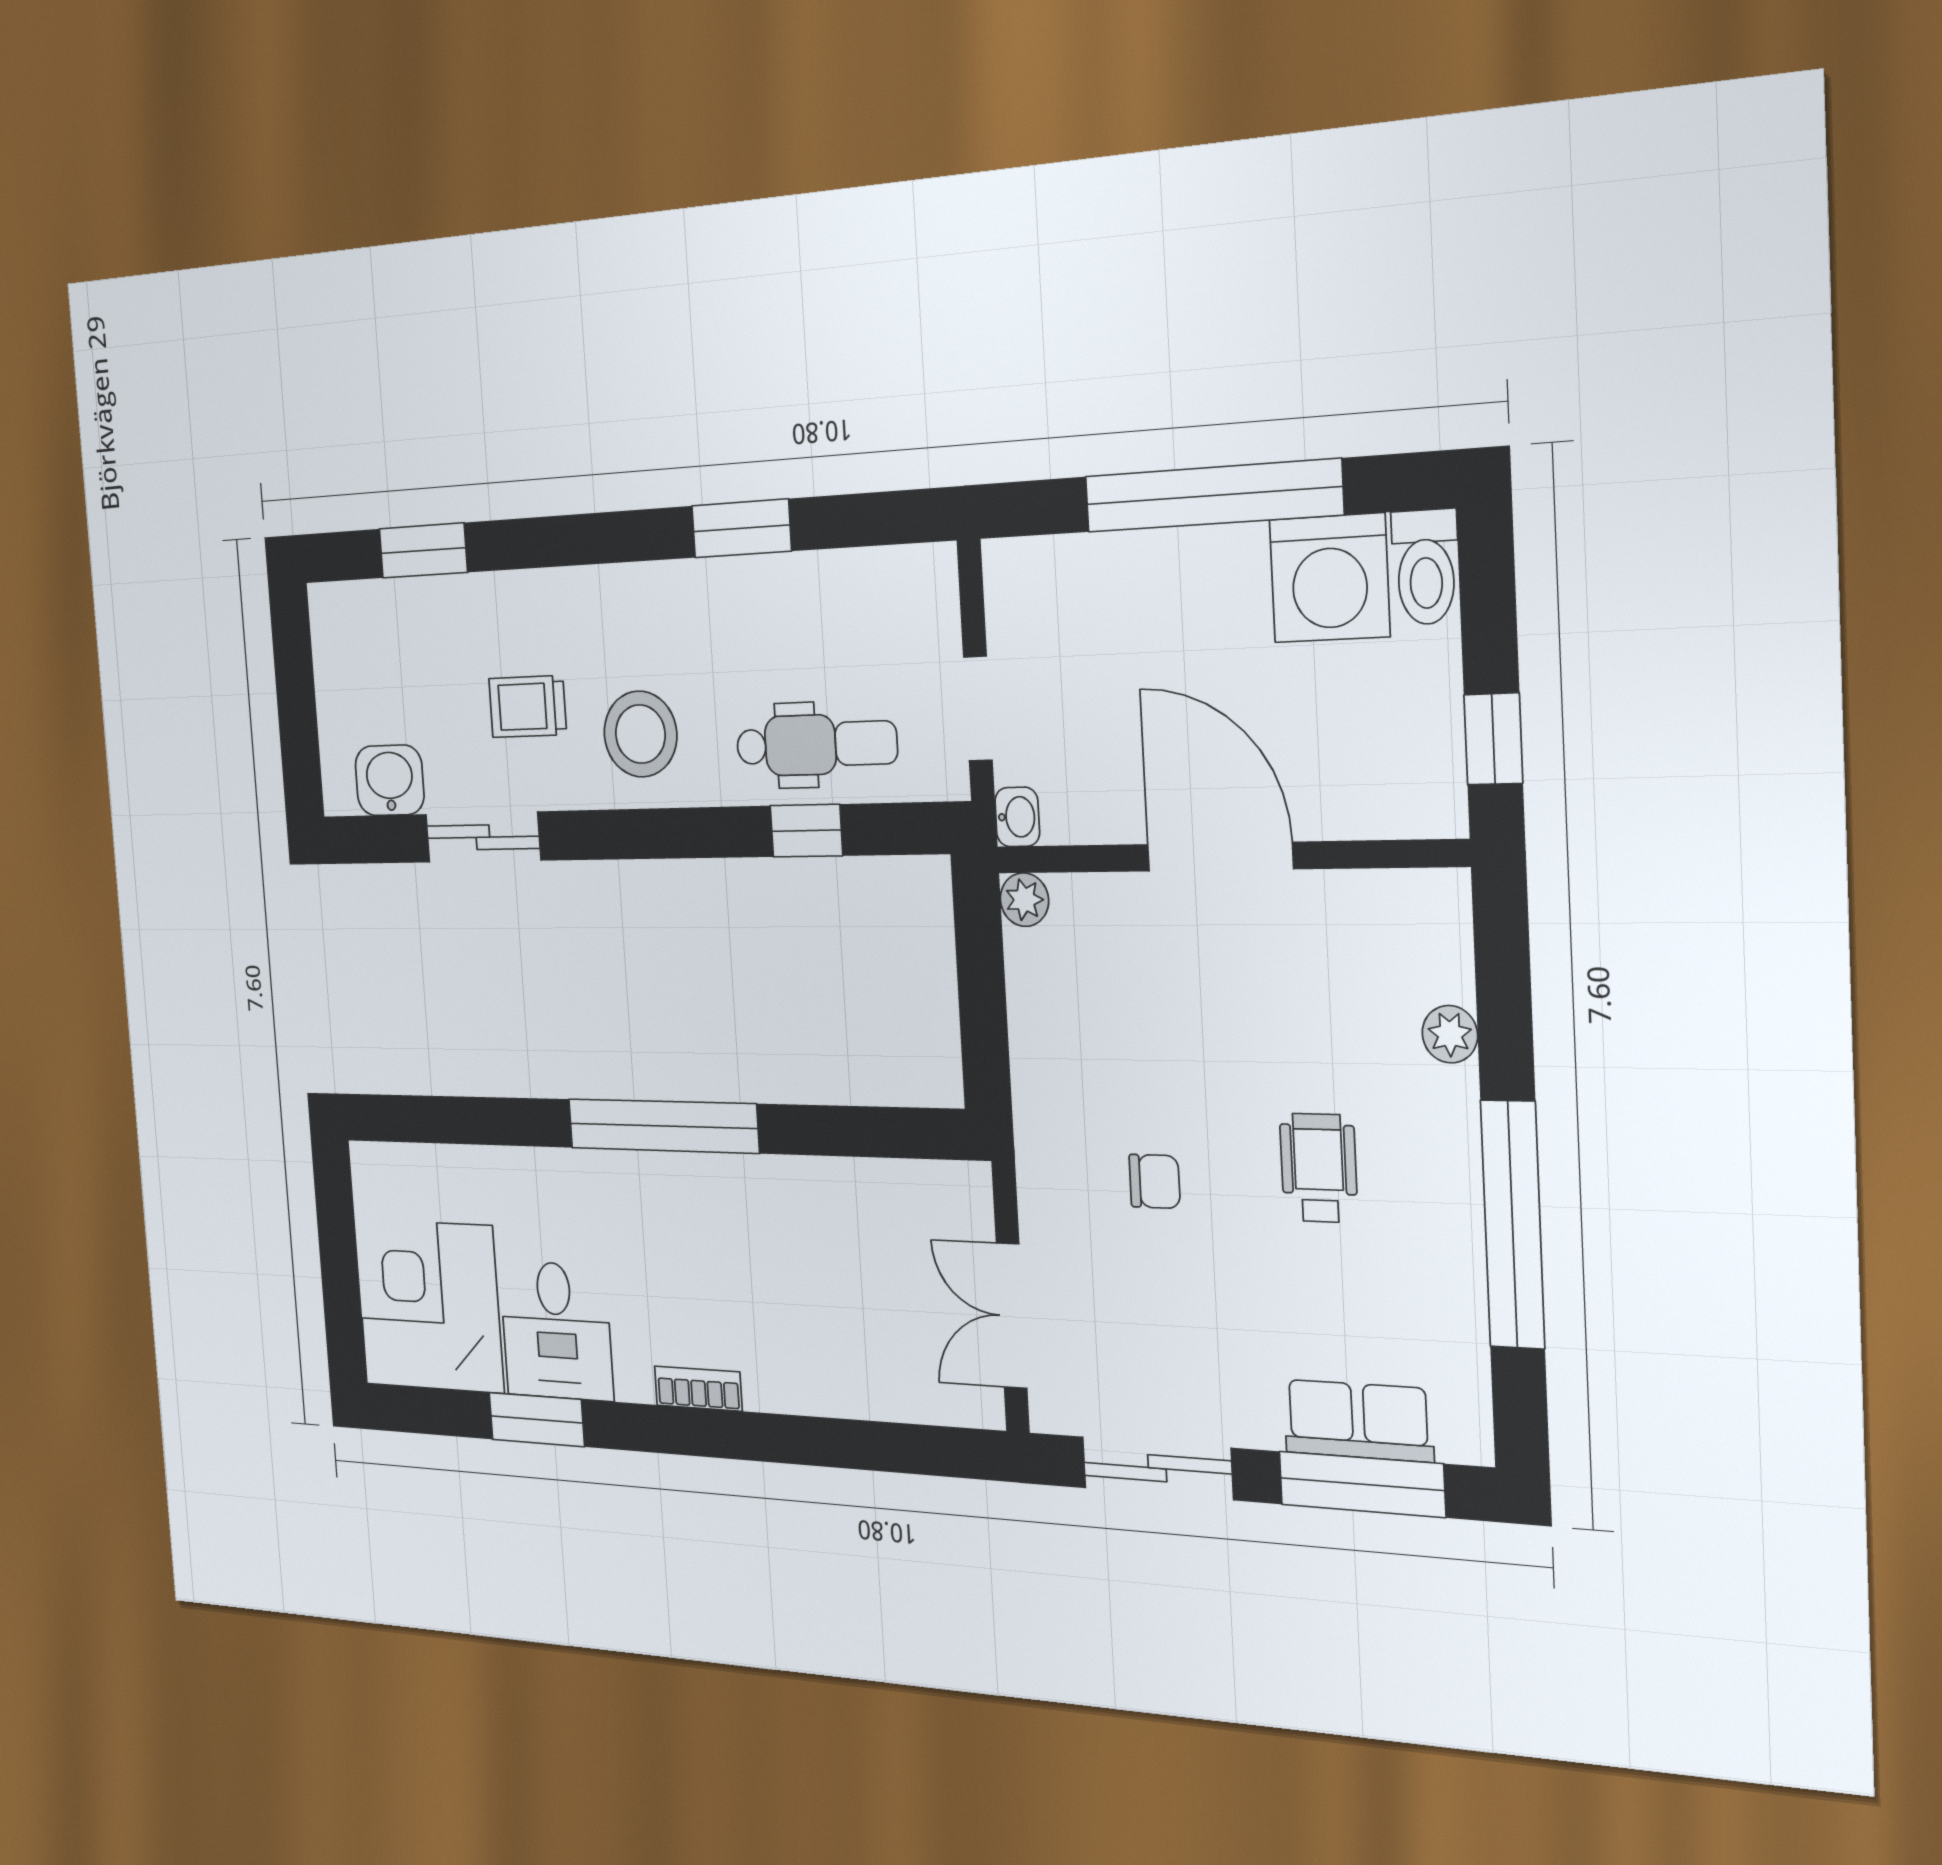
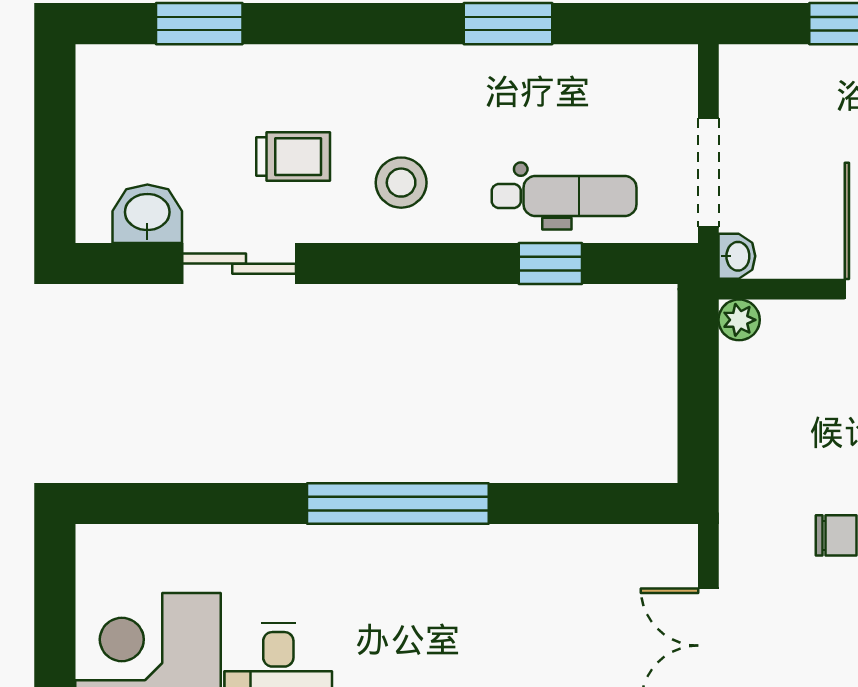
trolley: (528, 706) -> (293, 157), turned 180
doorway: (978, 709) -> (708, 173), width x1.38
stool: (640, 734) -> (401, 183), width x0.73, depth x0.73

